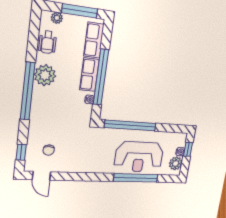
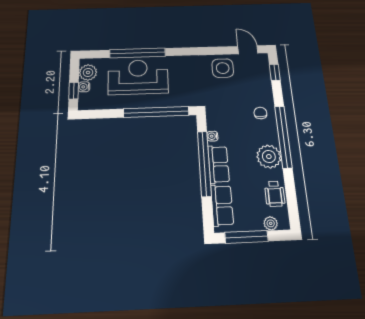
wheelchair: (48, 42) -> (275, 194), turned 180
chair: (49, 150) -> (260, 113), moved
side table: (68, 160) -> (223, 68), added

